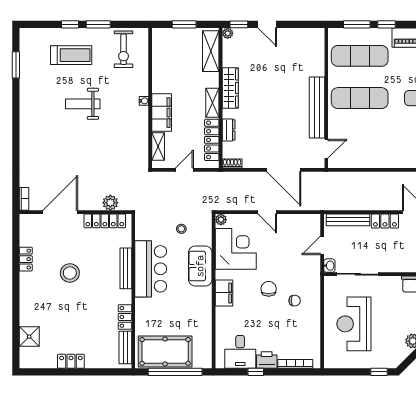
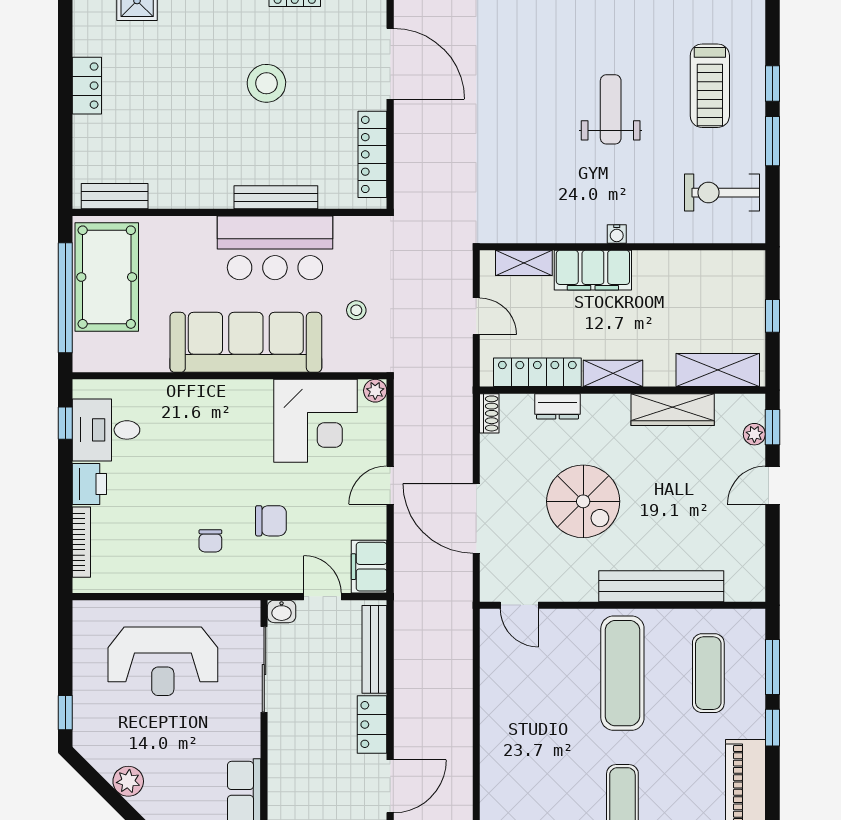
window: (184, 24) -> (772, 316), width x0.67
plant: (228, 33) -> (754, 434), moved
exercise mat: (360, 56) -> (708, 673), width x0.73, depth x0.69
wardrobe: (230, 88) -> (673, 410), moved
bench: (317, 107) -> (661, 586), moved
spiral stairs: (275, 117) -> (583, 501), added
door: (284, 170) -> (476, 518), hinge flipped
plant: (110, 203) -> (409, 166), removed
sofa: (200, 266) -> (246, 342), width x1.85, depth x1.27
chair: (269, 289) -> (271, 521), moved
filing cabinet: (224, 293) -> (369, 567), moved, turned 90
locker: (125, 317) -> (177, 195), removed
reception desk: (354, 324) -> (163, 661), turned 180
window: (256, 372) -> (65, 423), moved

